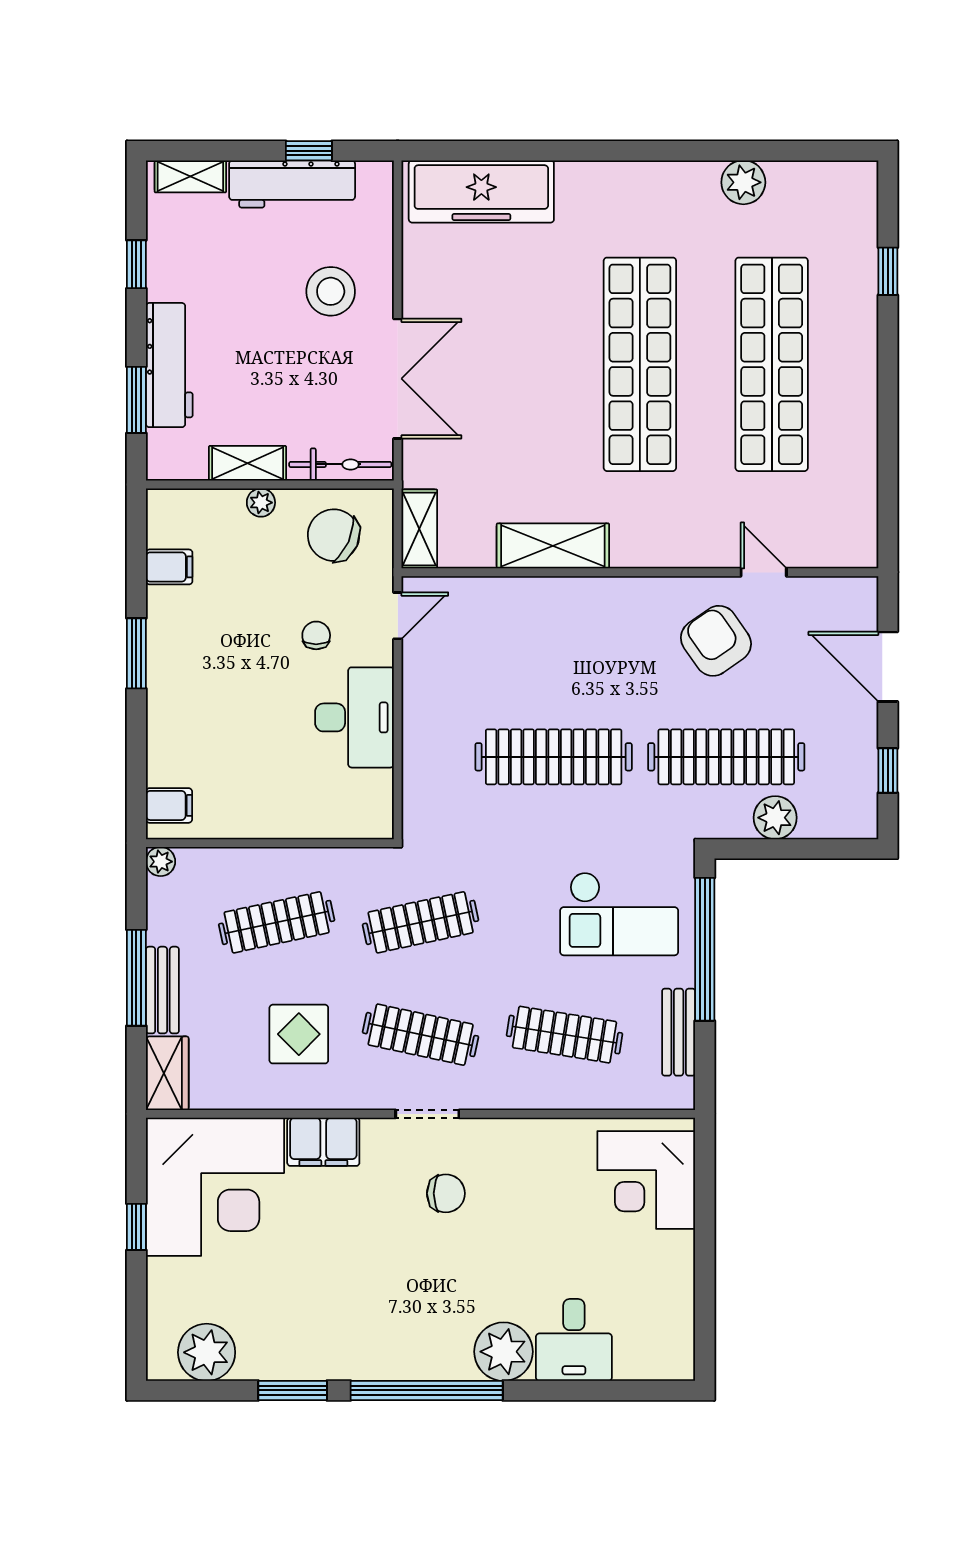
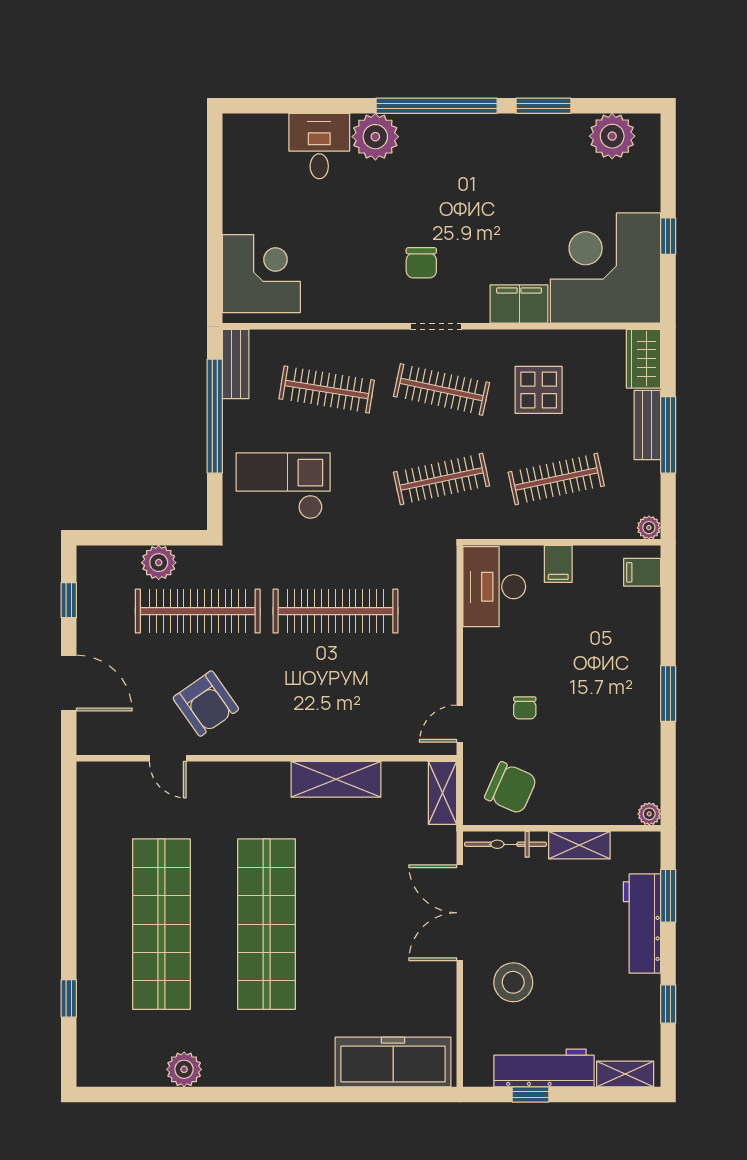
plant: (261, 503) -> (649, 814), moved
filing cabinet: (169, 567) -> (558, 564), moved, turned -90
desk: (354, 717) -> (494, 587), moved
window: (705, 949) -> (215, 416), moved
bench: (679, 1032) -> (236, 364), moved
chair: (446, 1193) -> (421, 263), turned -90

